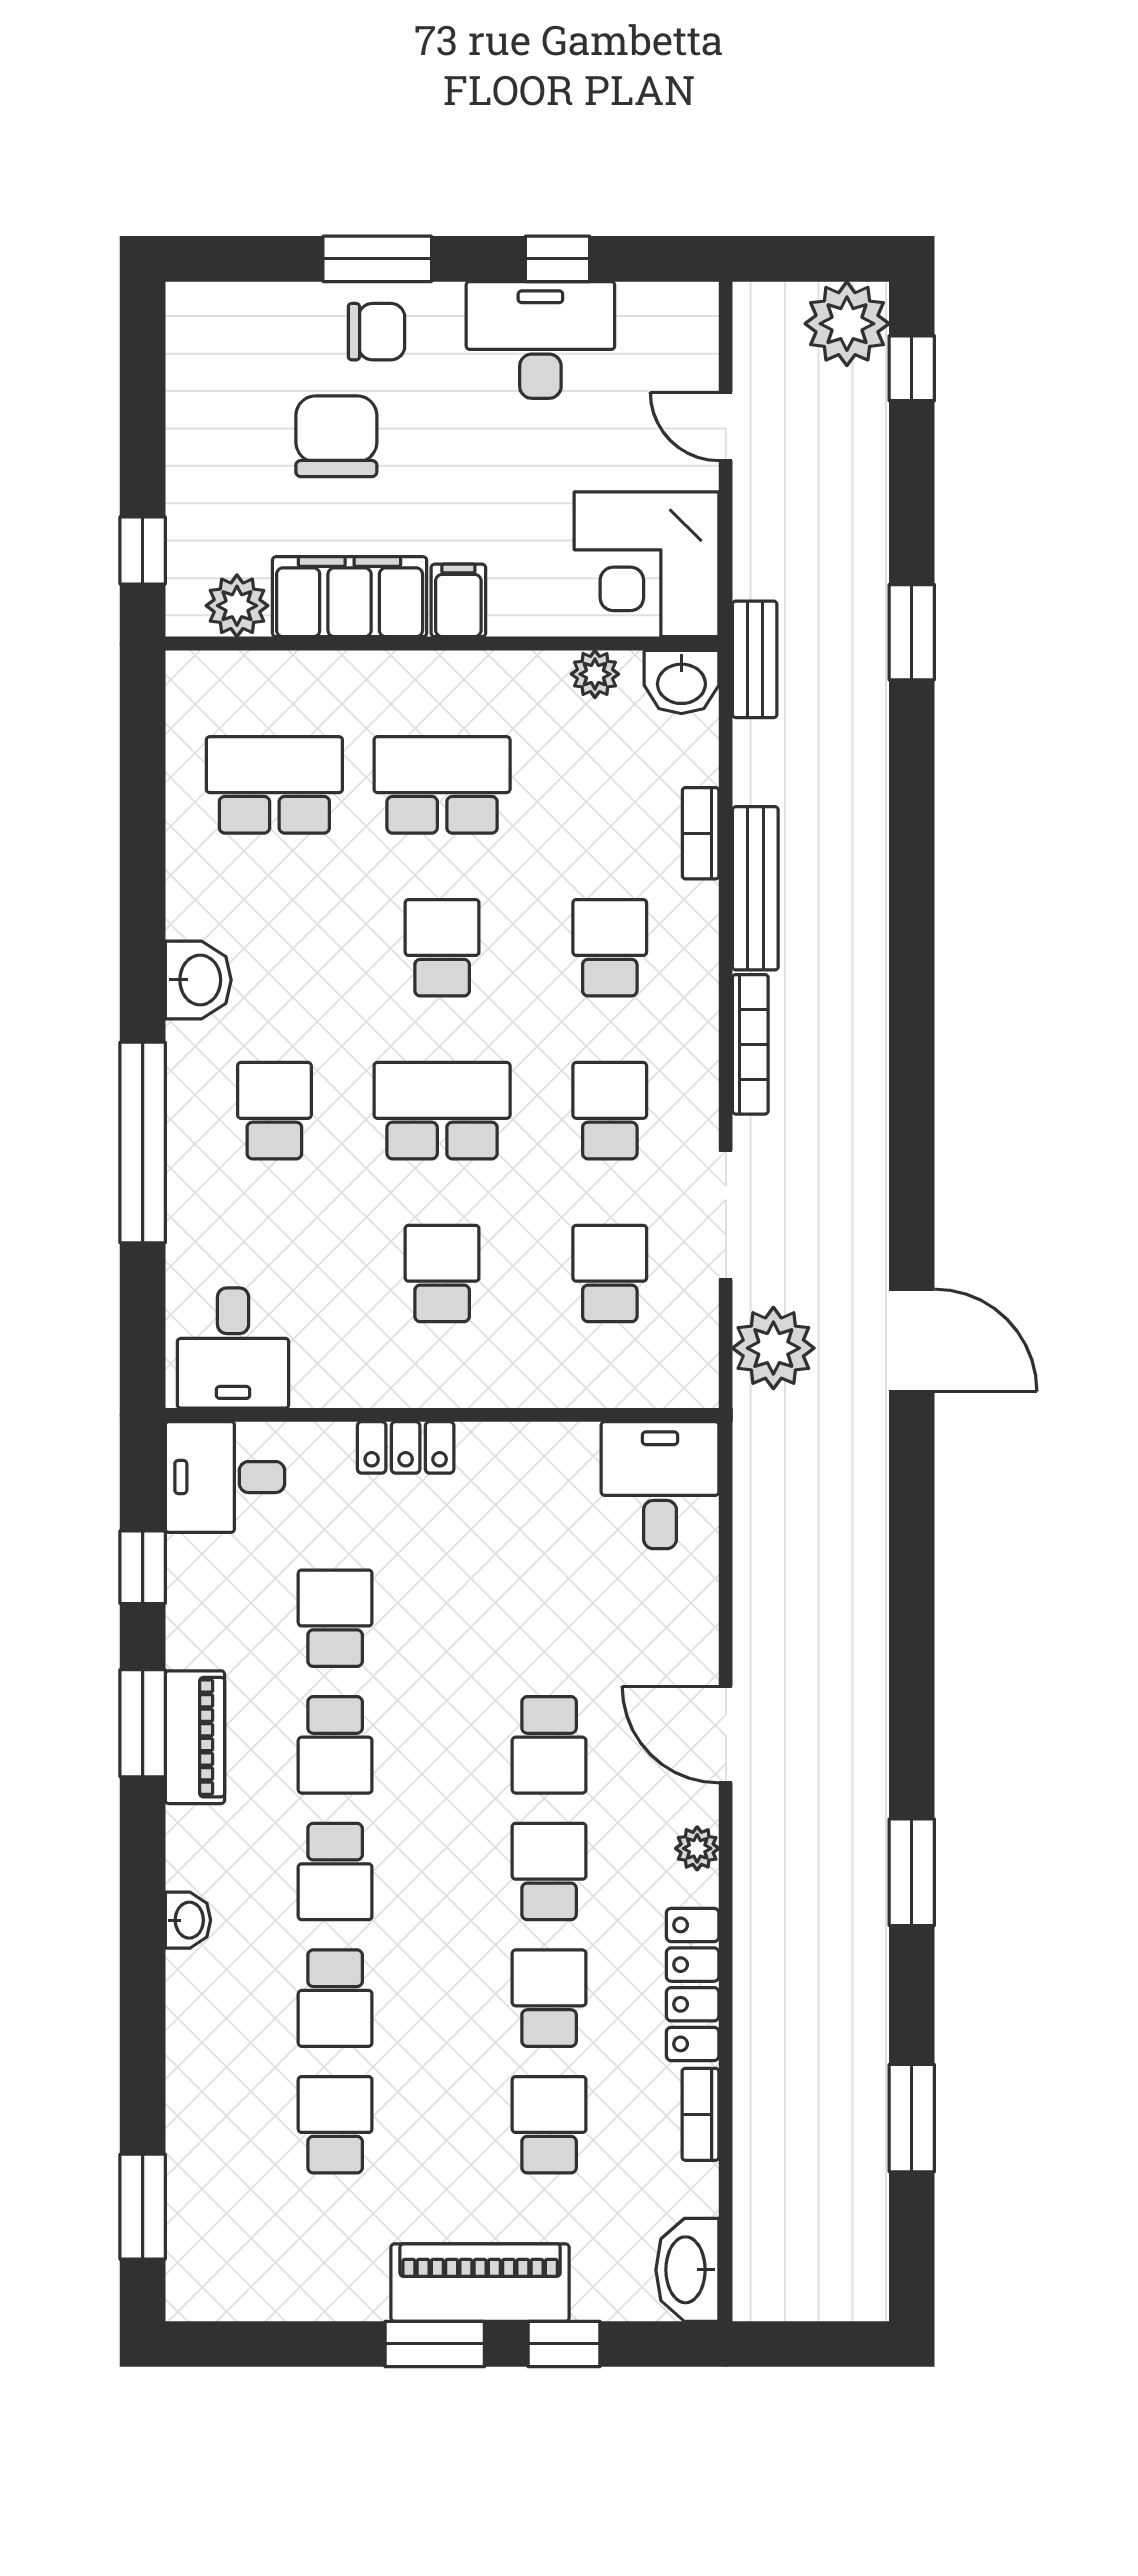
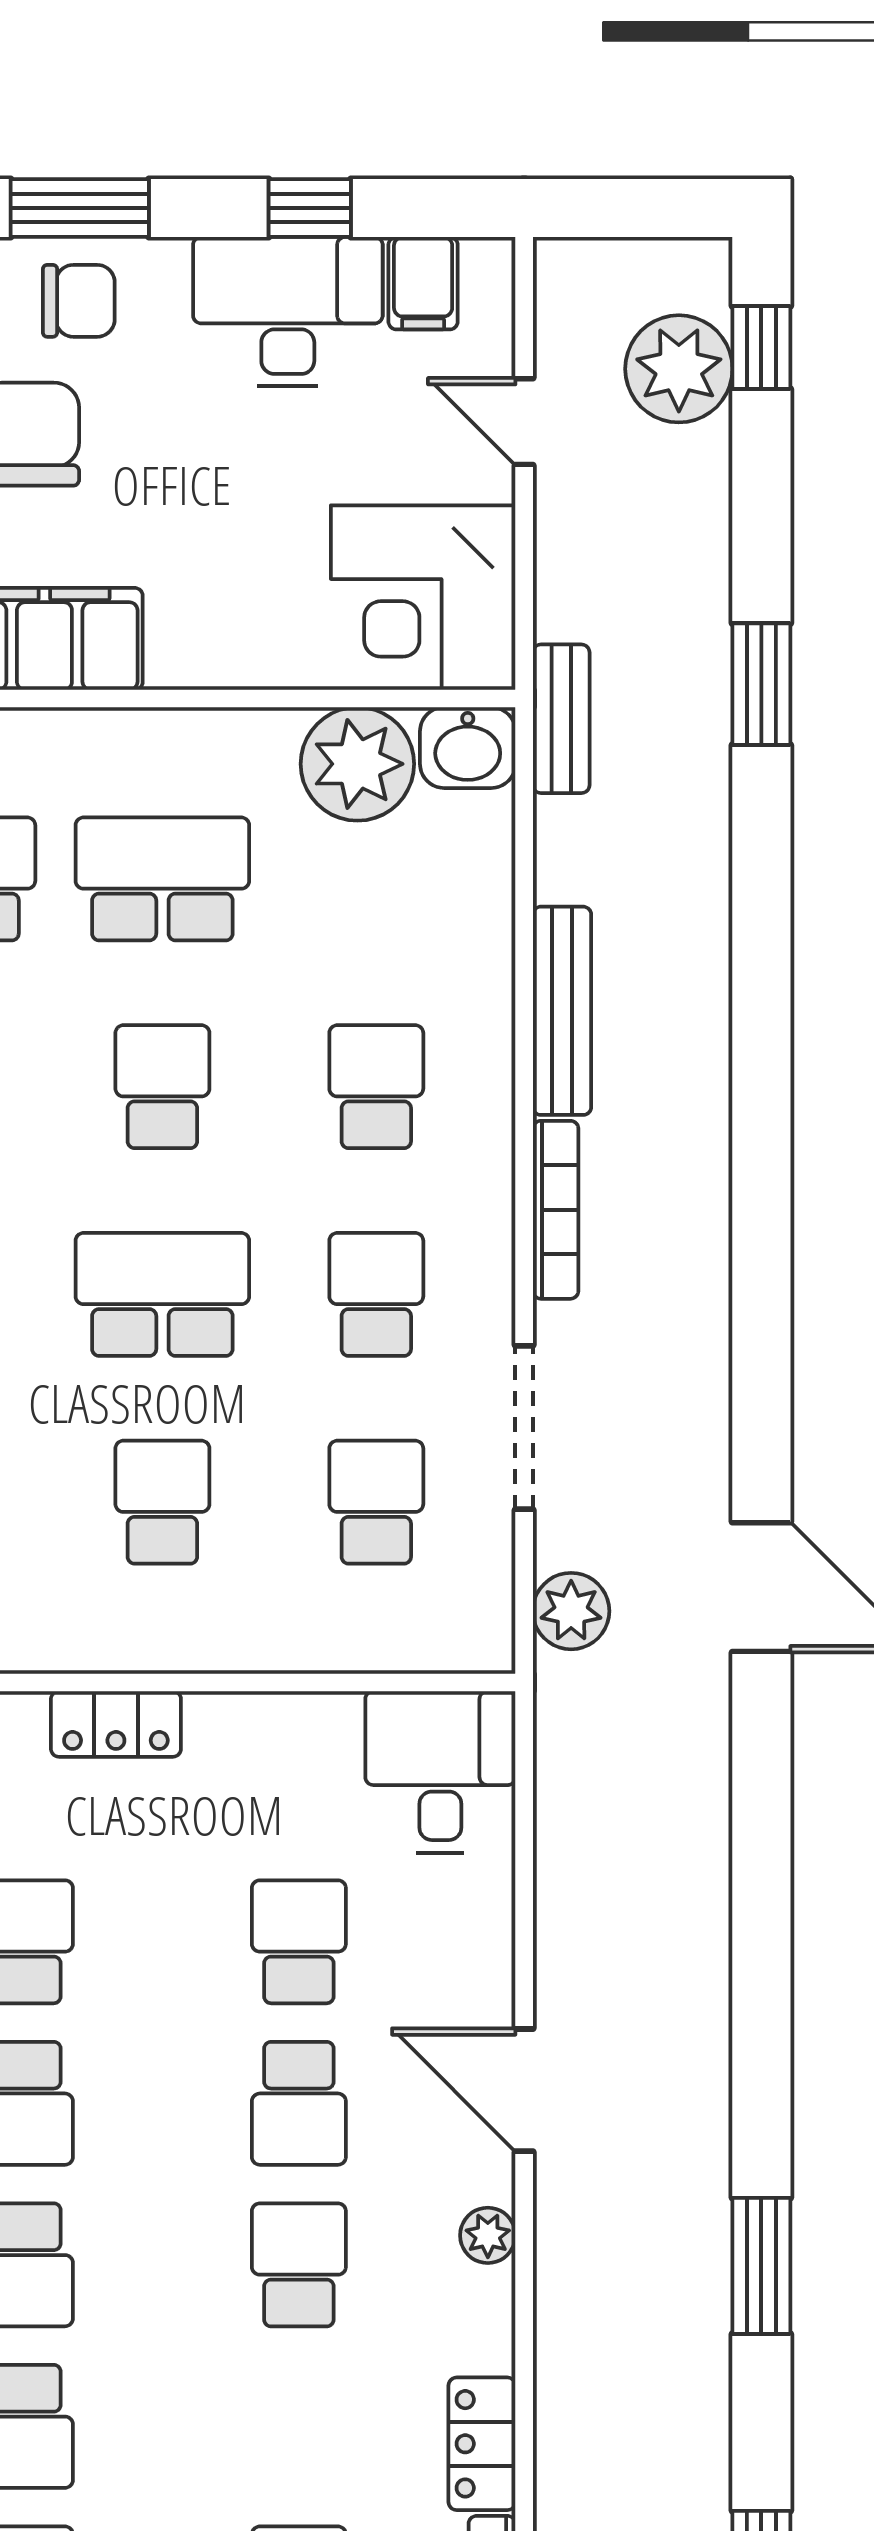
plant: (847, 324) -> (679, 369), moved
filing cabinet: (458, 600) -> (423, 283), moved, turned 180
plant: (595, 674) -> (357, 764), width x1.88, depth x1.88
bookcase: (701, 833) -> (492, 941), removed
plant: (773, 1348) -> (571, 1611), width x0.73, depth x0.73
locker: (693, 1984) -> (482, 2444), width x0.66
school desk: (549, 1998) -> (299, 1942), moved

